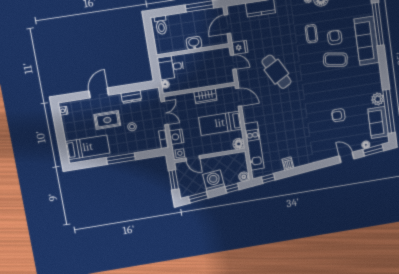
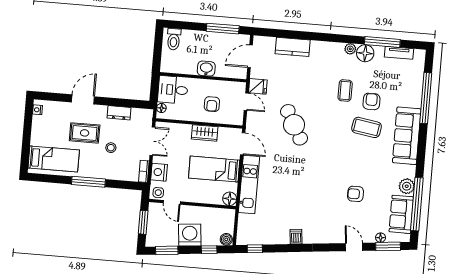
sofa: (367, 41) -> (407, 136), moved
armchair: (206, 71) -> (212, 104), added
kitchen unit: (254, 146) -> (249, 184), moved
dishwasher: (288, 164) -> (296, 237), moved

